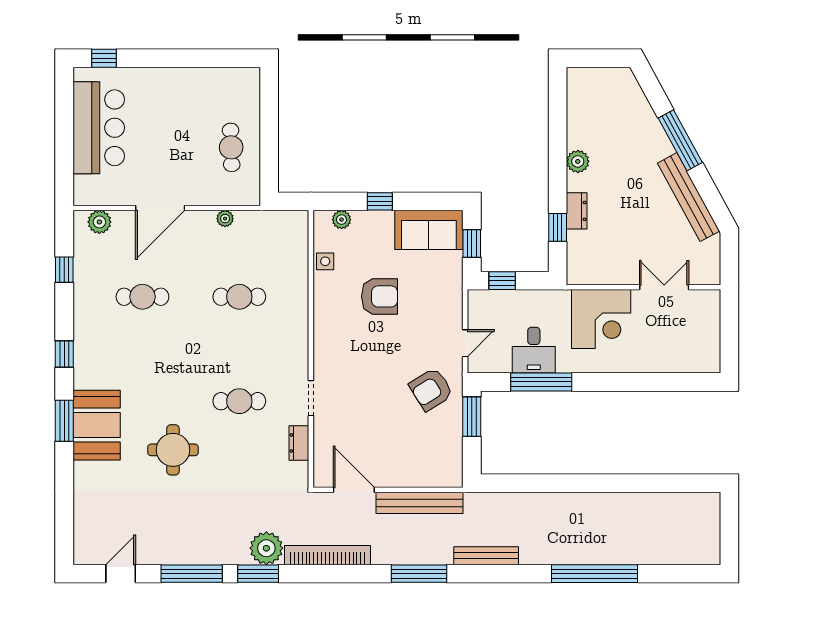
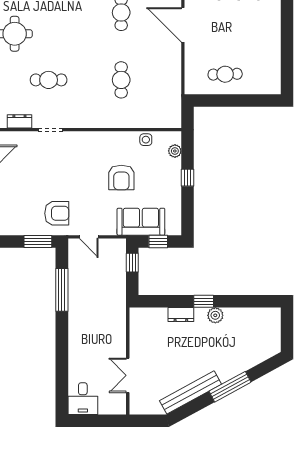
plant: (225, 219) -> (176, 70), removed
window: (558, 227) -> (204, 301), moved
sofa: (429, 230) -> (141, 222), moved, turned 90
double door: (664, 287) -> (128, 375), swing flipped
corner desk: (601, 319) -> (106, 332), removed
desk: (534, 350) -> (83, 399), moved, turned -90
armchair: (431, 389) -> (57, 213), turned 122
cafe table: (239, 401) -> (49, 80), turned 90

